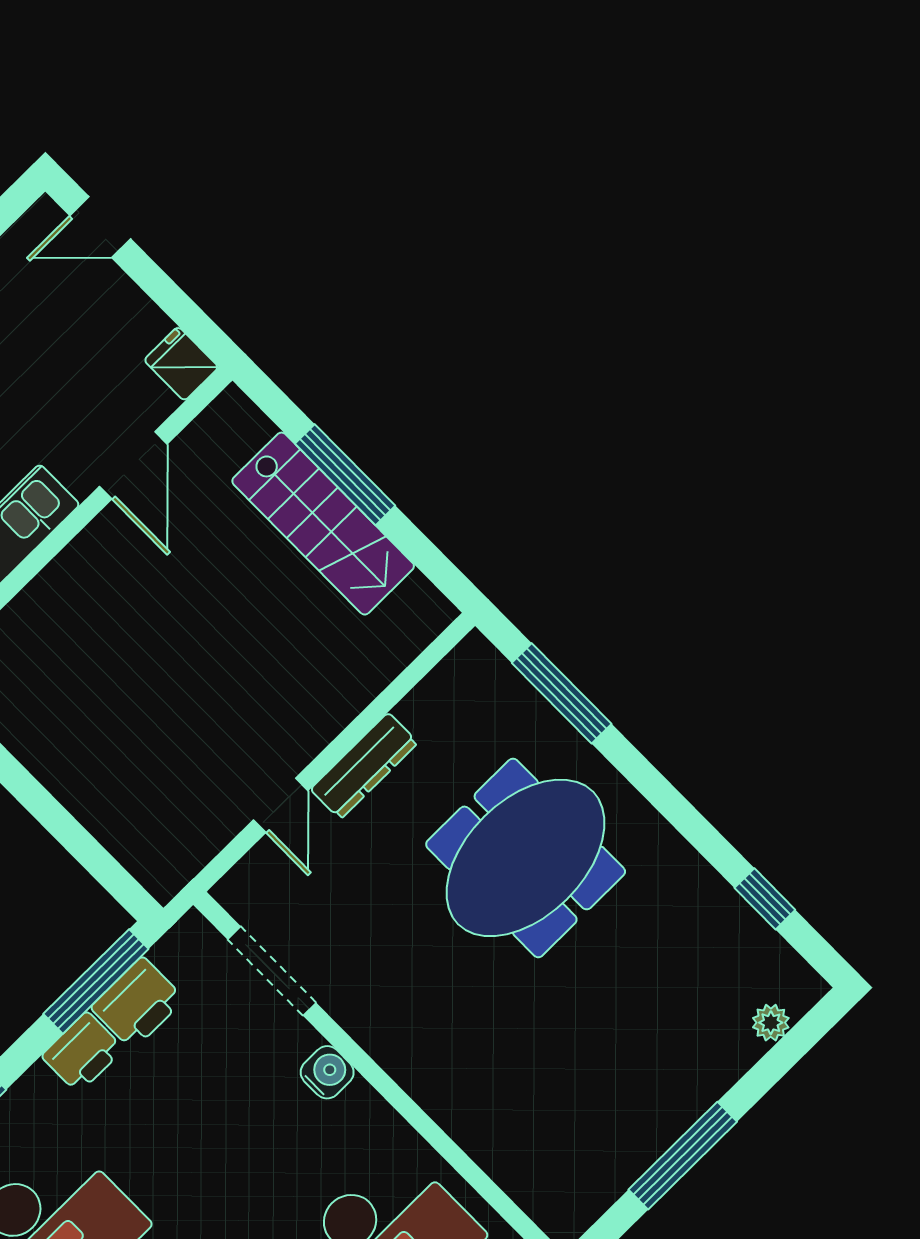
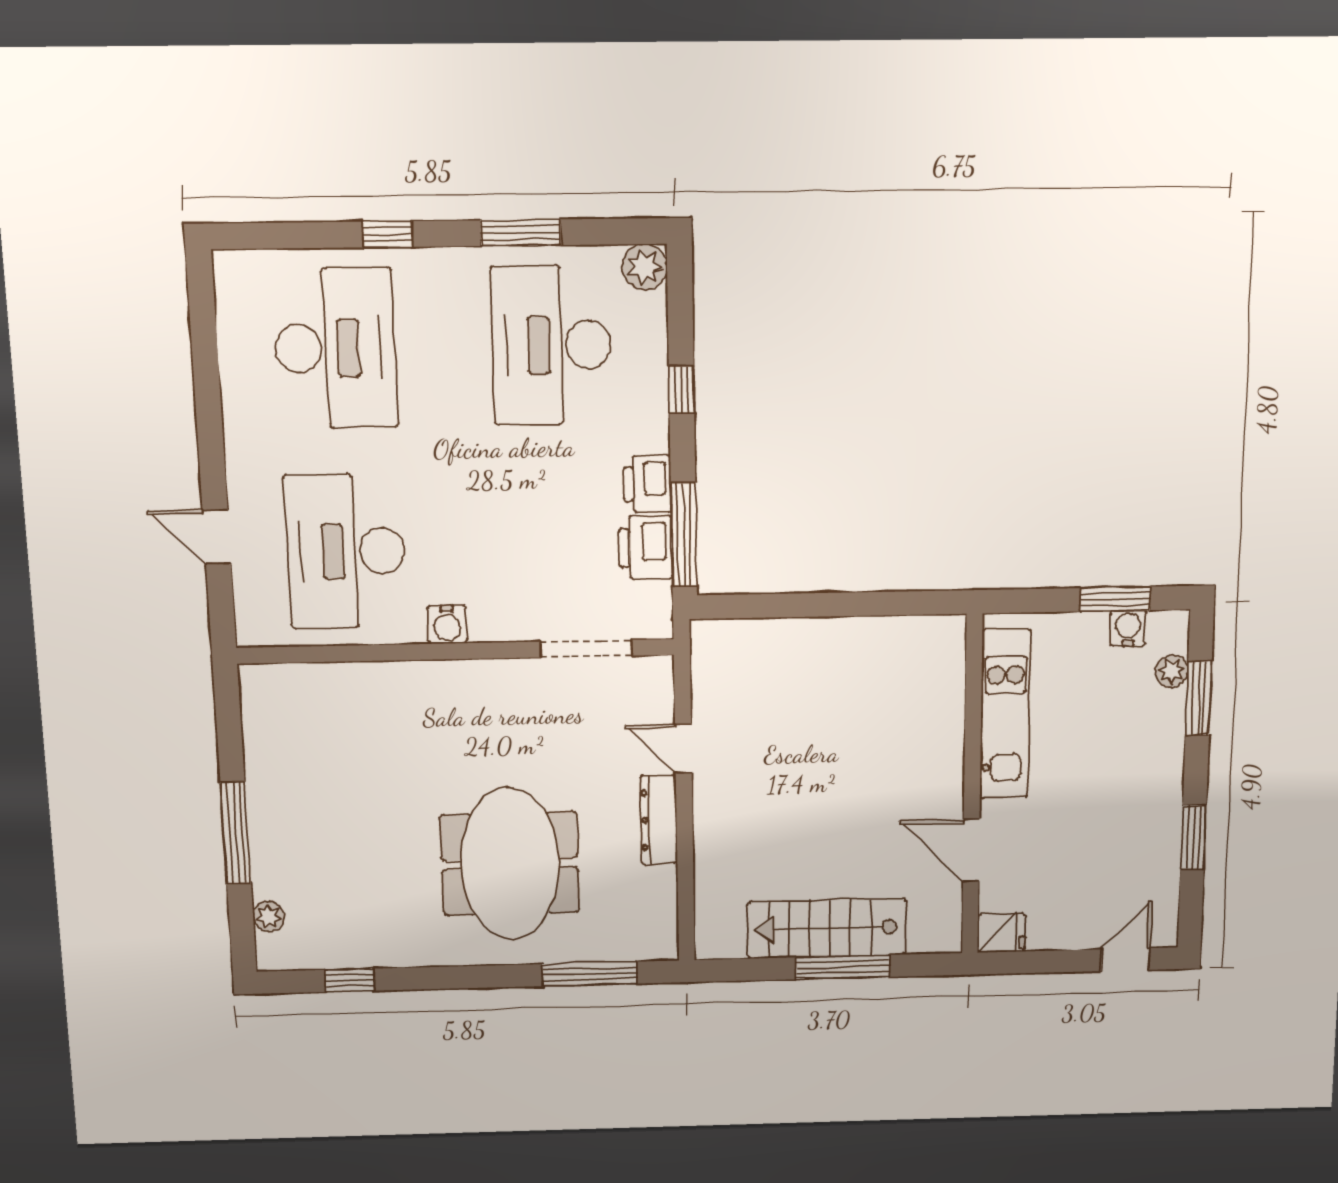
water cooler: (327, 1072) -> (447, 625), moved
window: (683, 1156) -> (236, 833), moved

